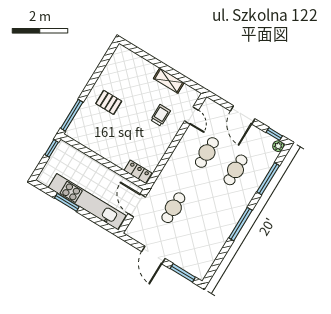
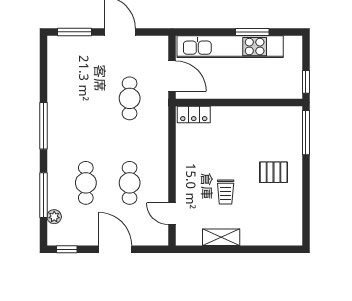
trolley: (160, 115) -> (226, 192), moved
plant: (278, 146) -> (54, 217), moved

